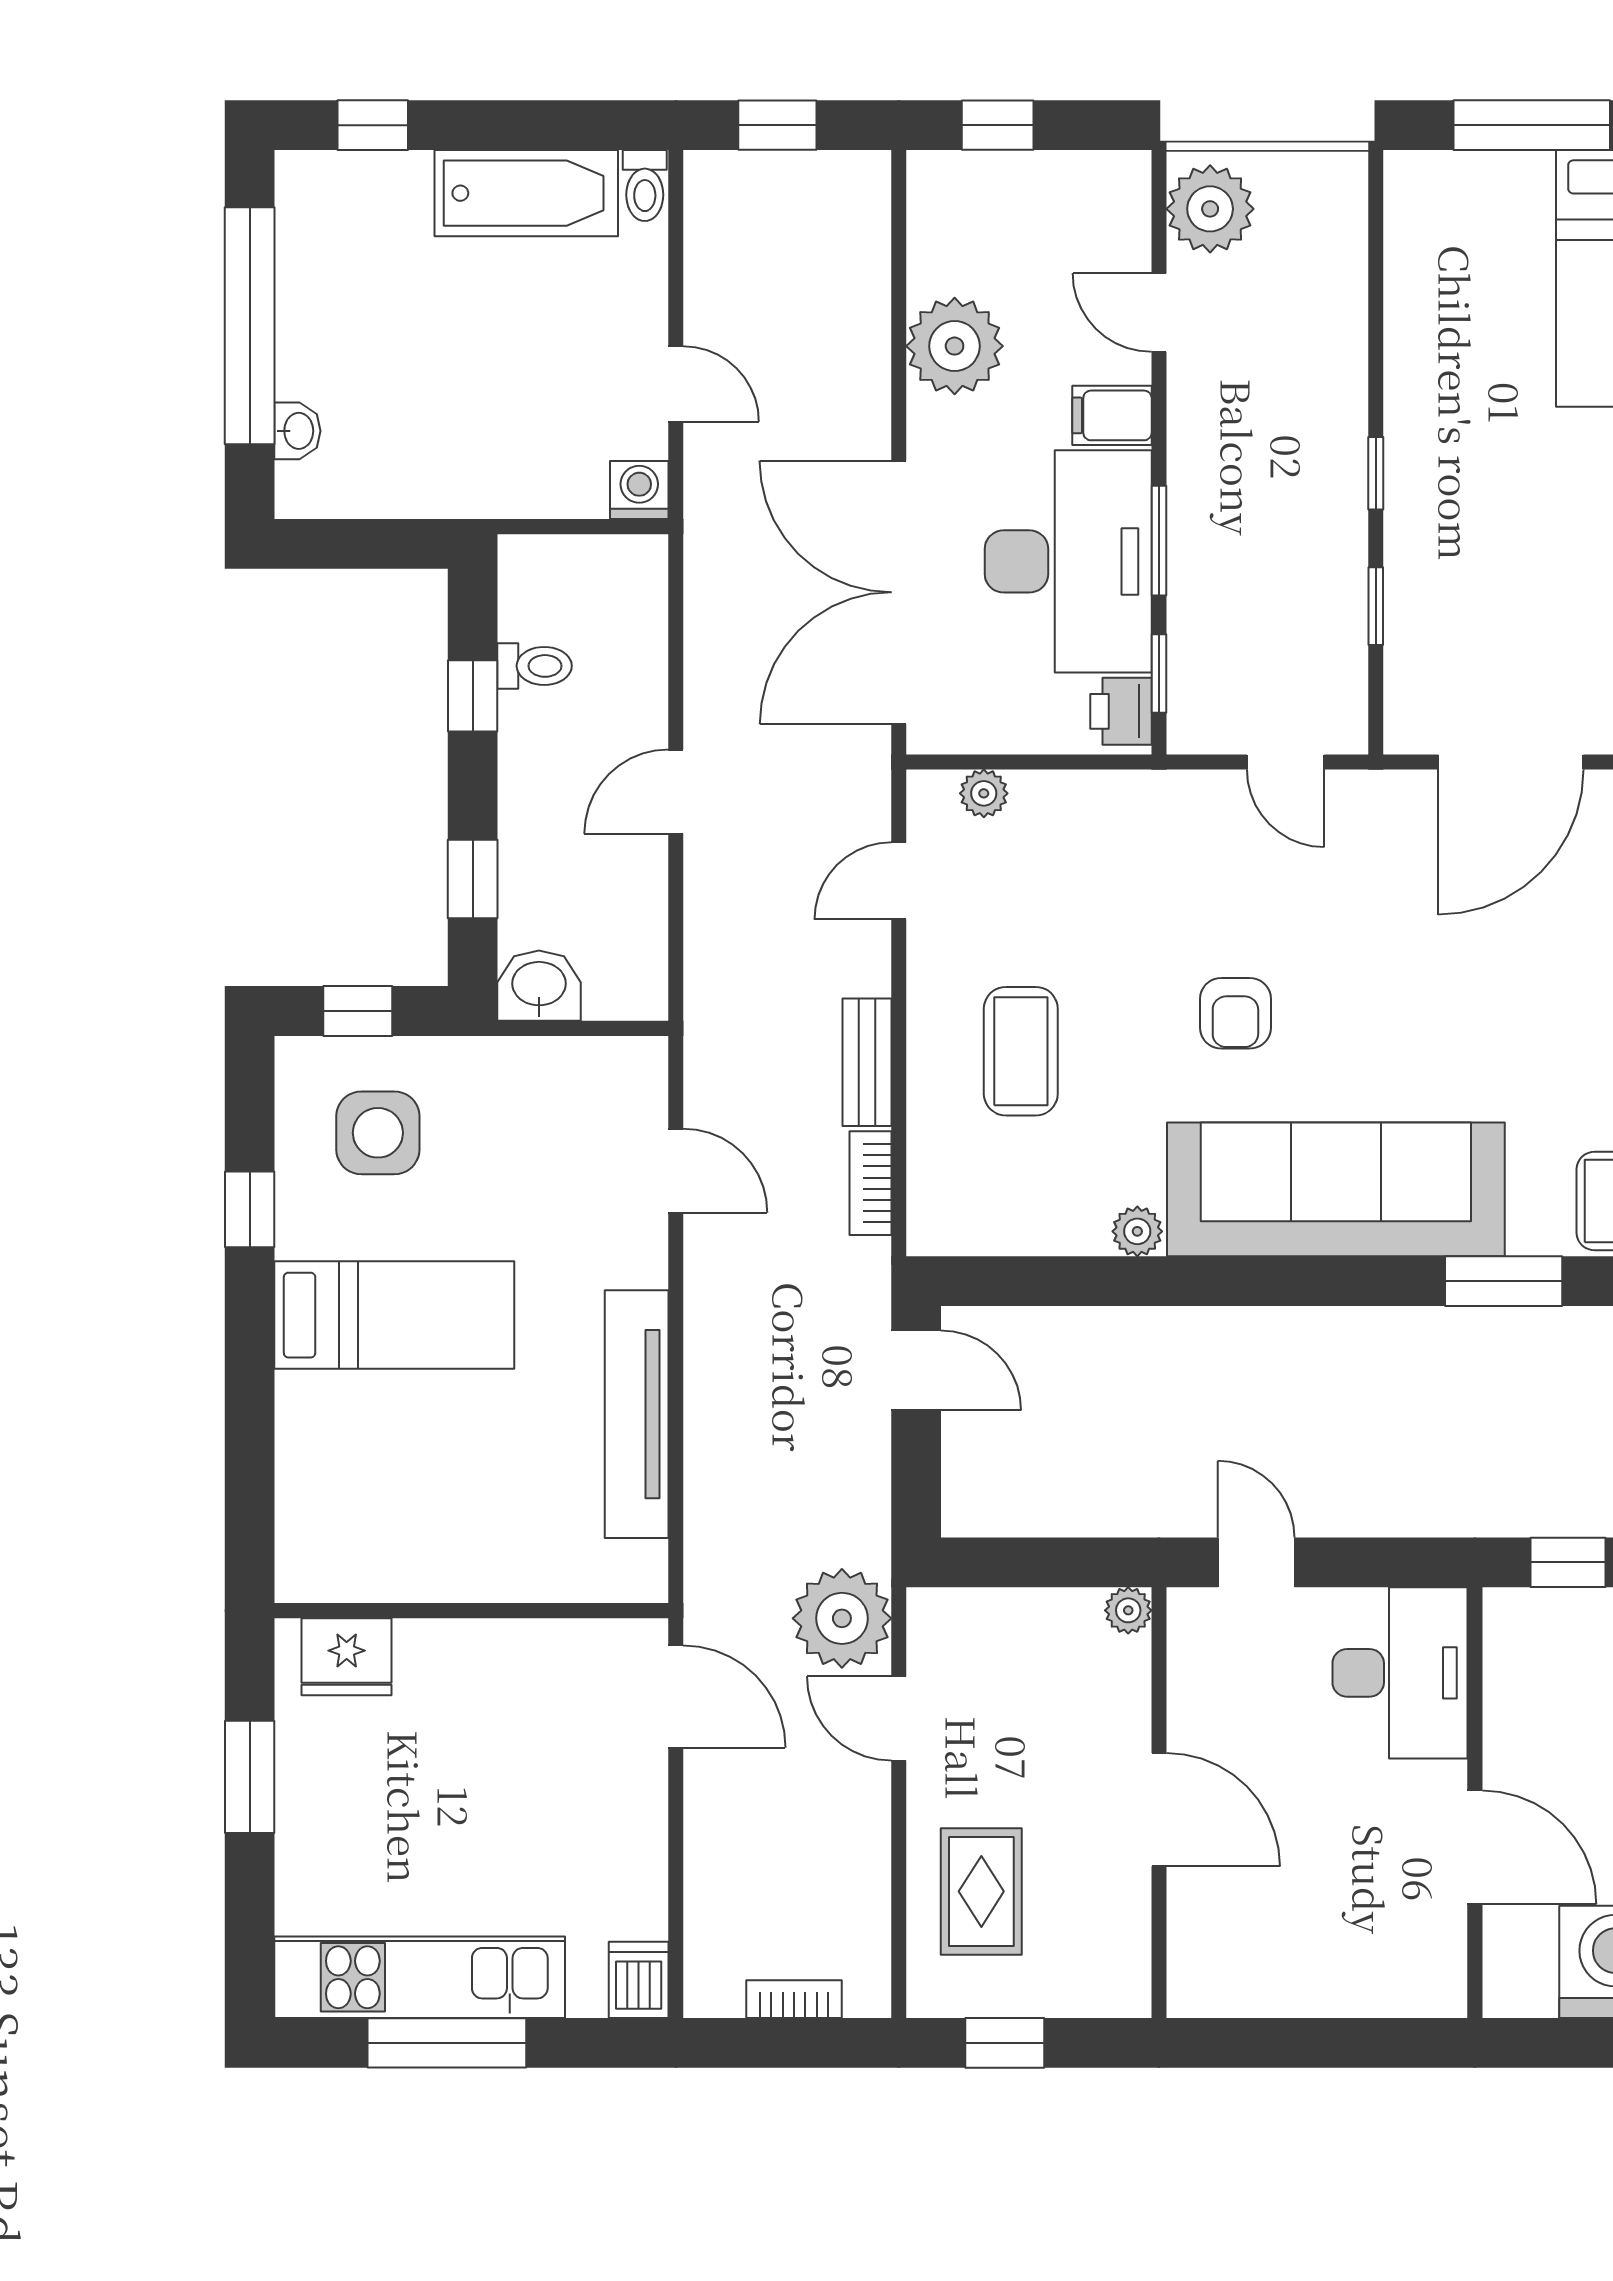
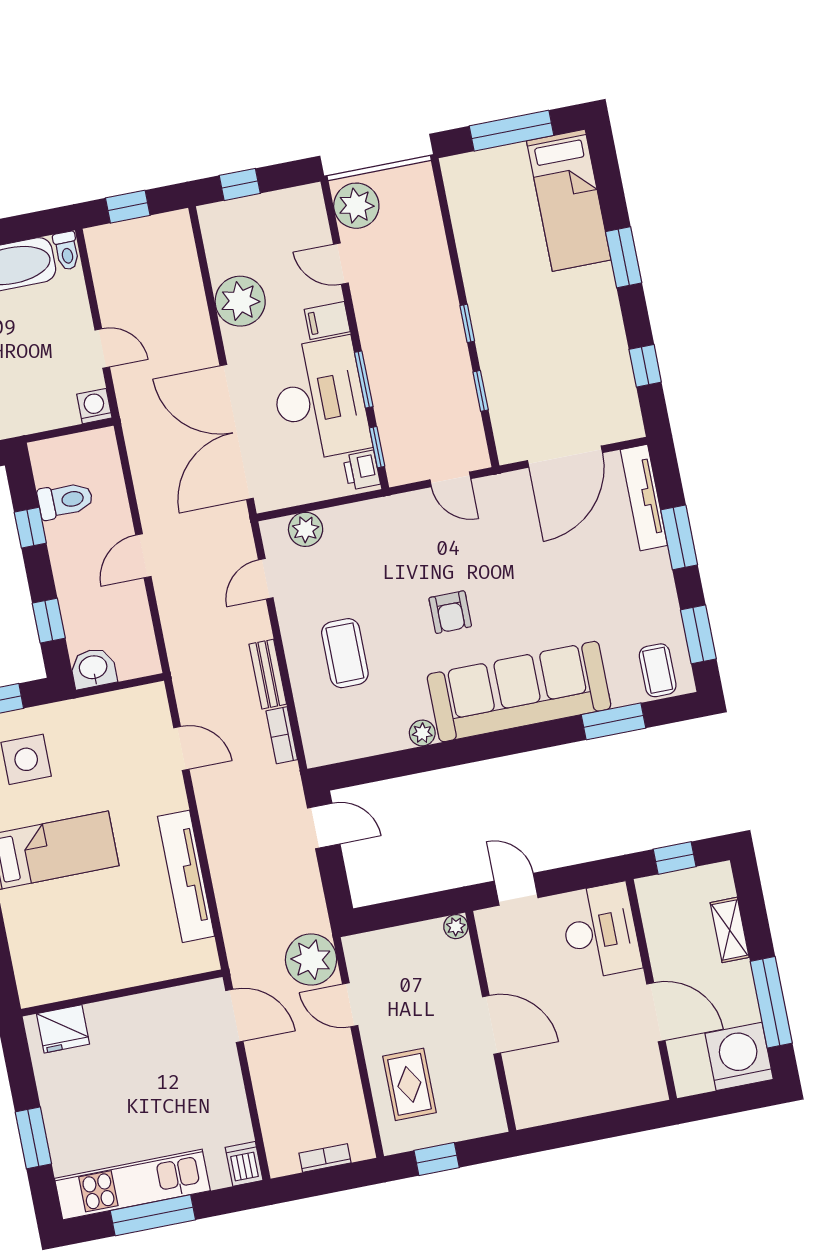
toilet: (535, 666) -> (65, 500), width x1.37, depth x1.39
plant: (984, 793) -> (306, 529), width x1.38, depth x1.38
window: (250, 1777) -> (33, 1138), moved

